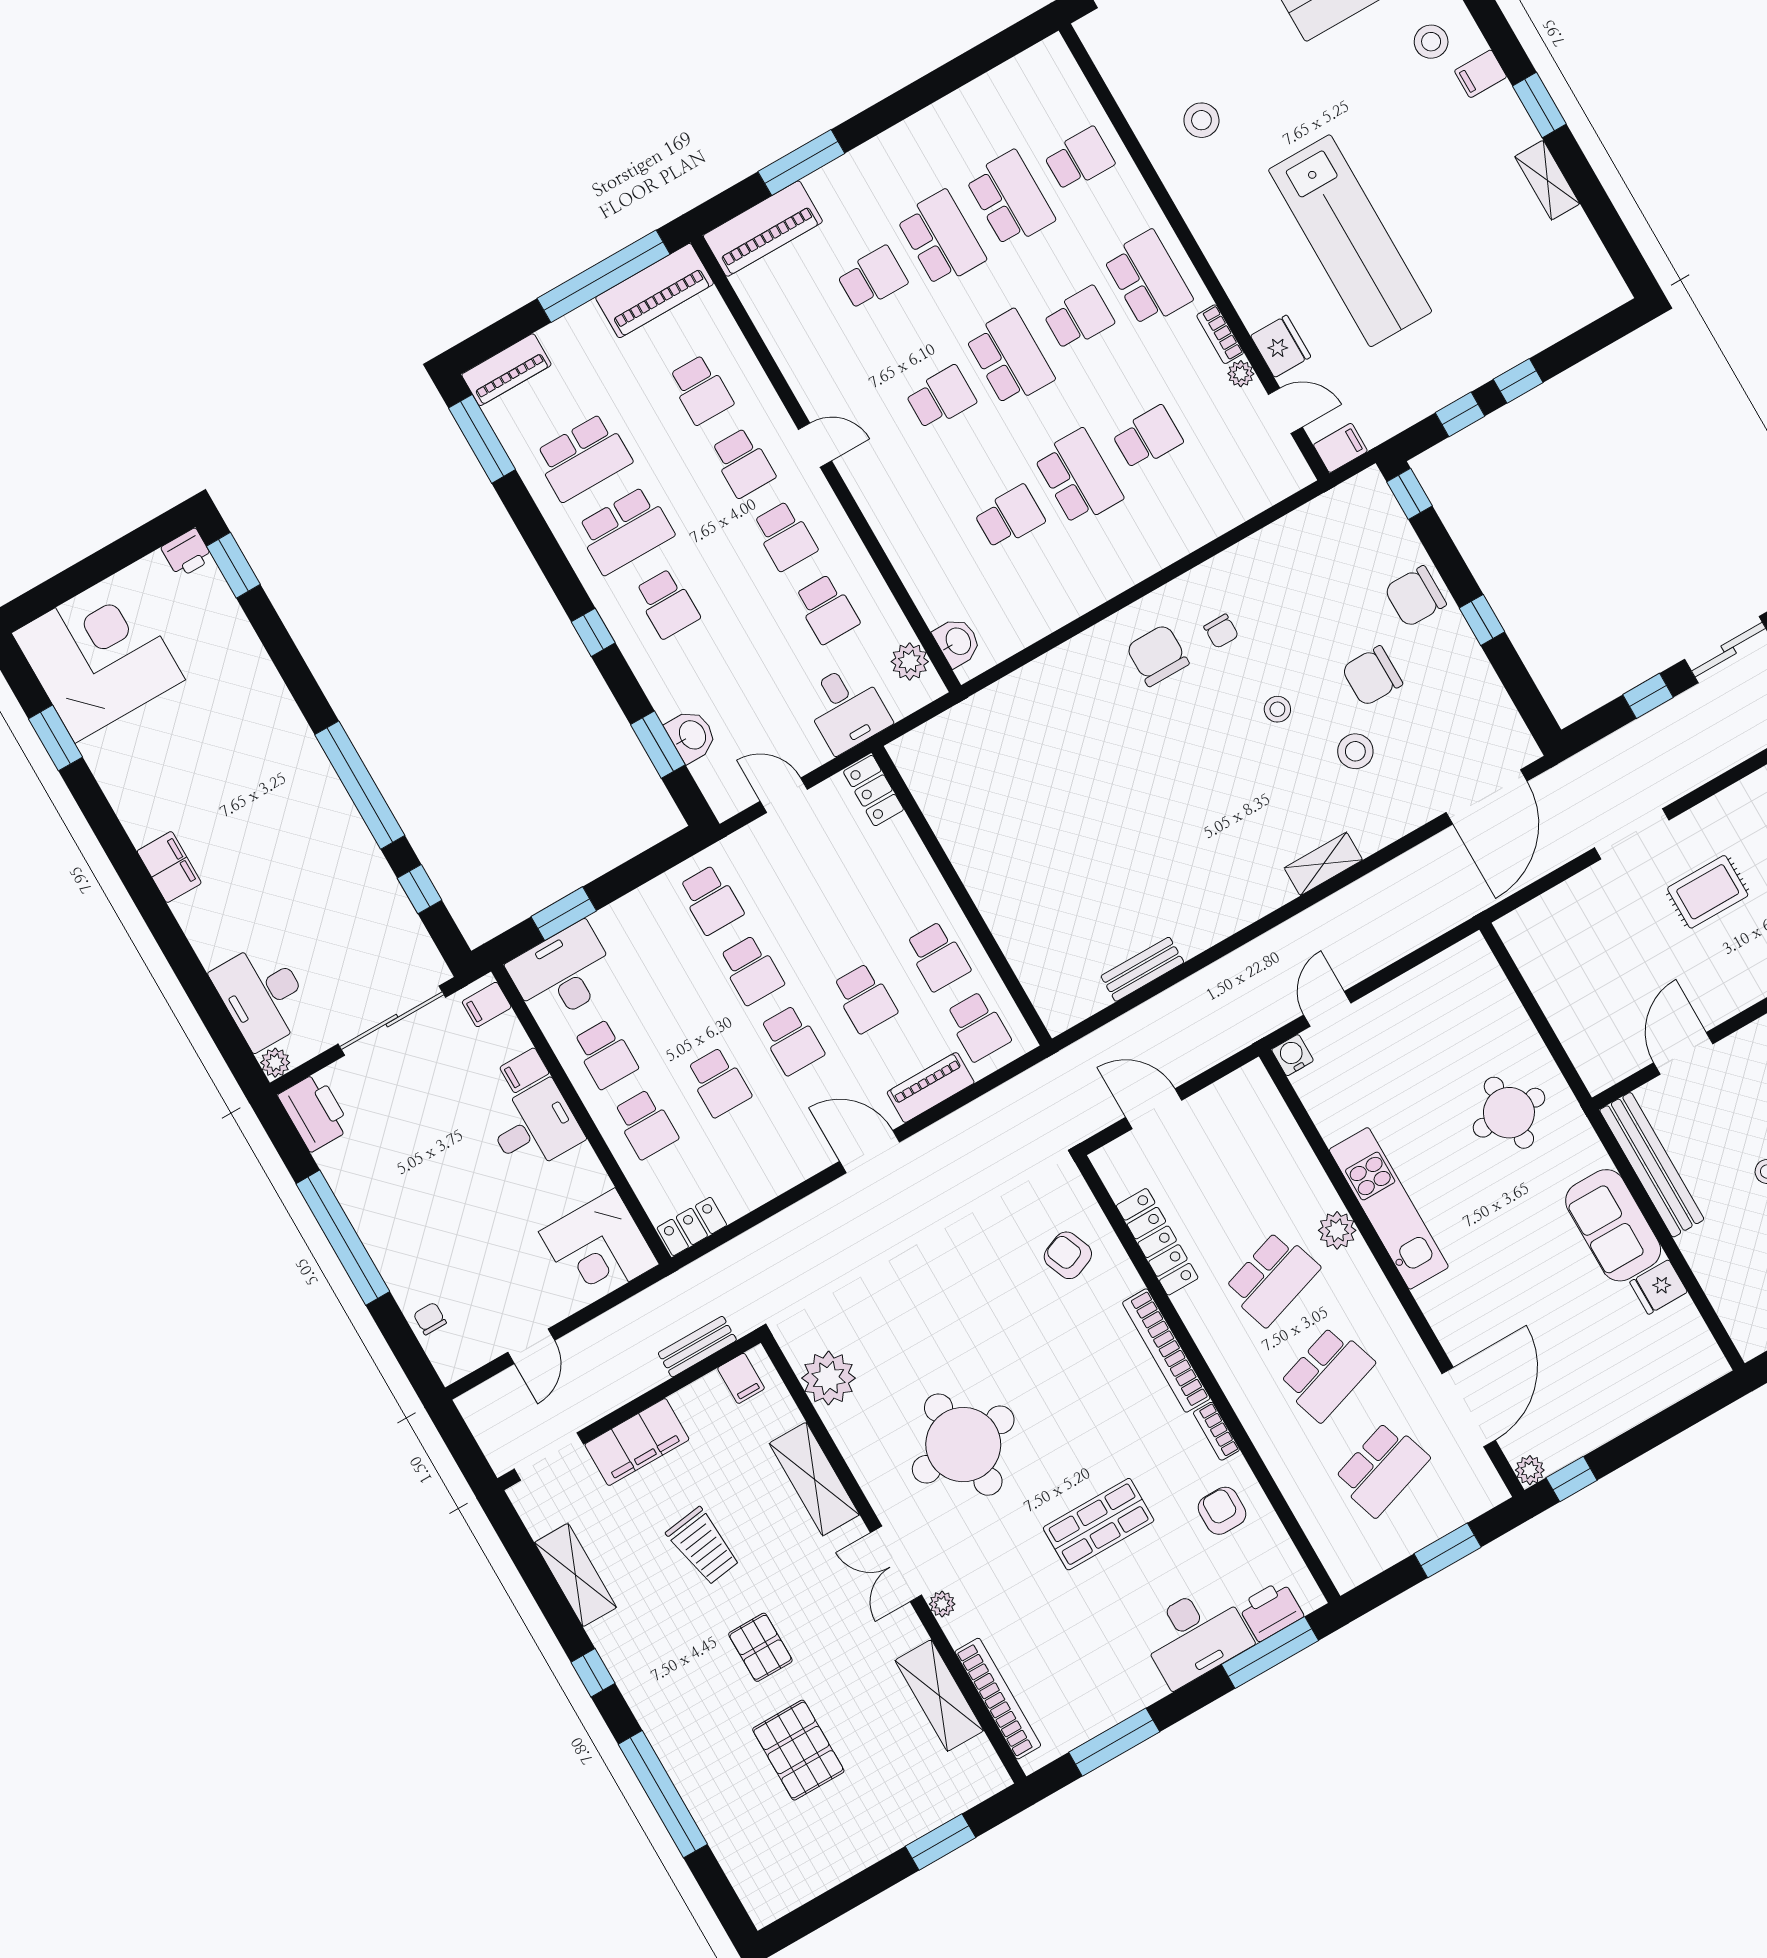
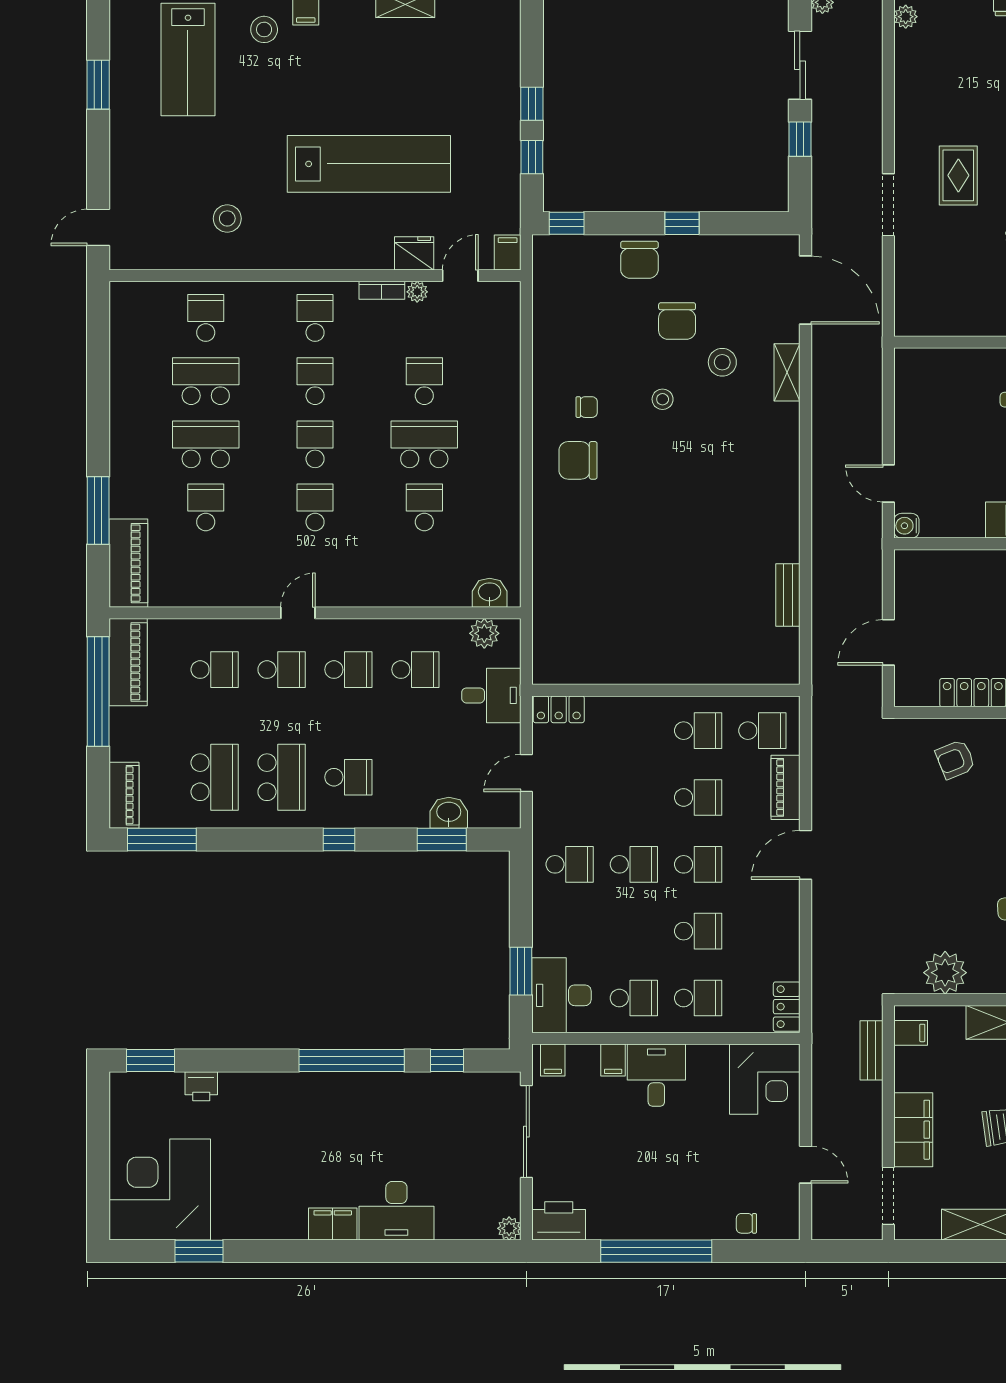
school desk: (1148, 279) -> (315, 318), width x0.54
school desk: (1010, 358) -> (315, 444), width x0.54
printer: (187, 553) -> (201, 1086), moved, turned 90
shelving: (1323, 864) -> (787, 372), moved
desk: (262, 995) -> (396, 1211), moved

